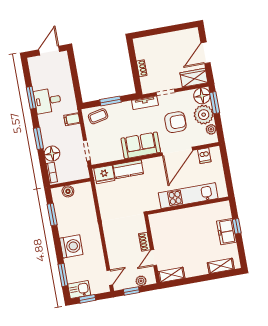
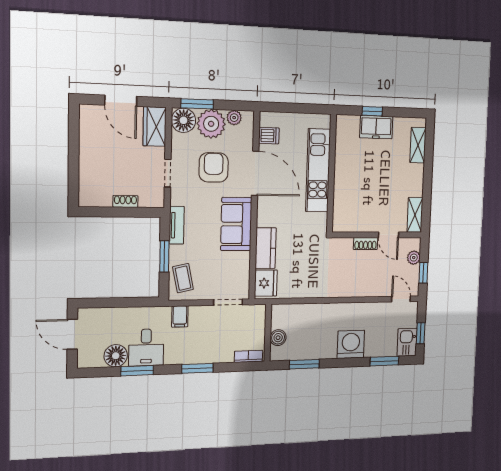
tv unit: (145, 103) -> (177, 225), moved
floor lamp: (52, 154) -> (116, 356), moved

